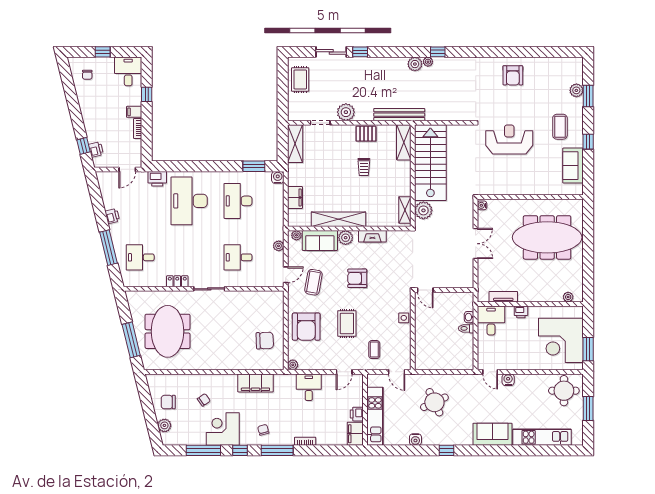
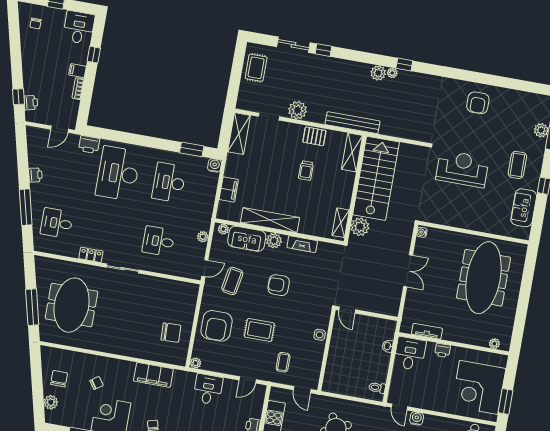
meeting table: (547, 237) -> (483, 278), turned 90
rug: (347, 323) -> (259, 330), turned 90
toilet: (466, 328) -> (377, 388), moved
chair: (168, 402) -> (59, 379), turned 90

